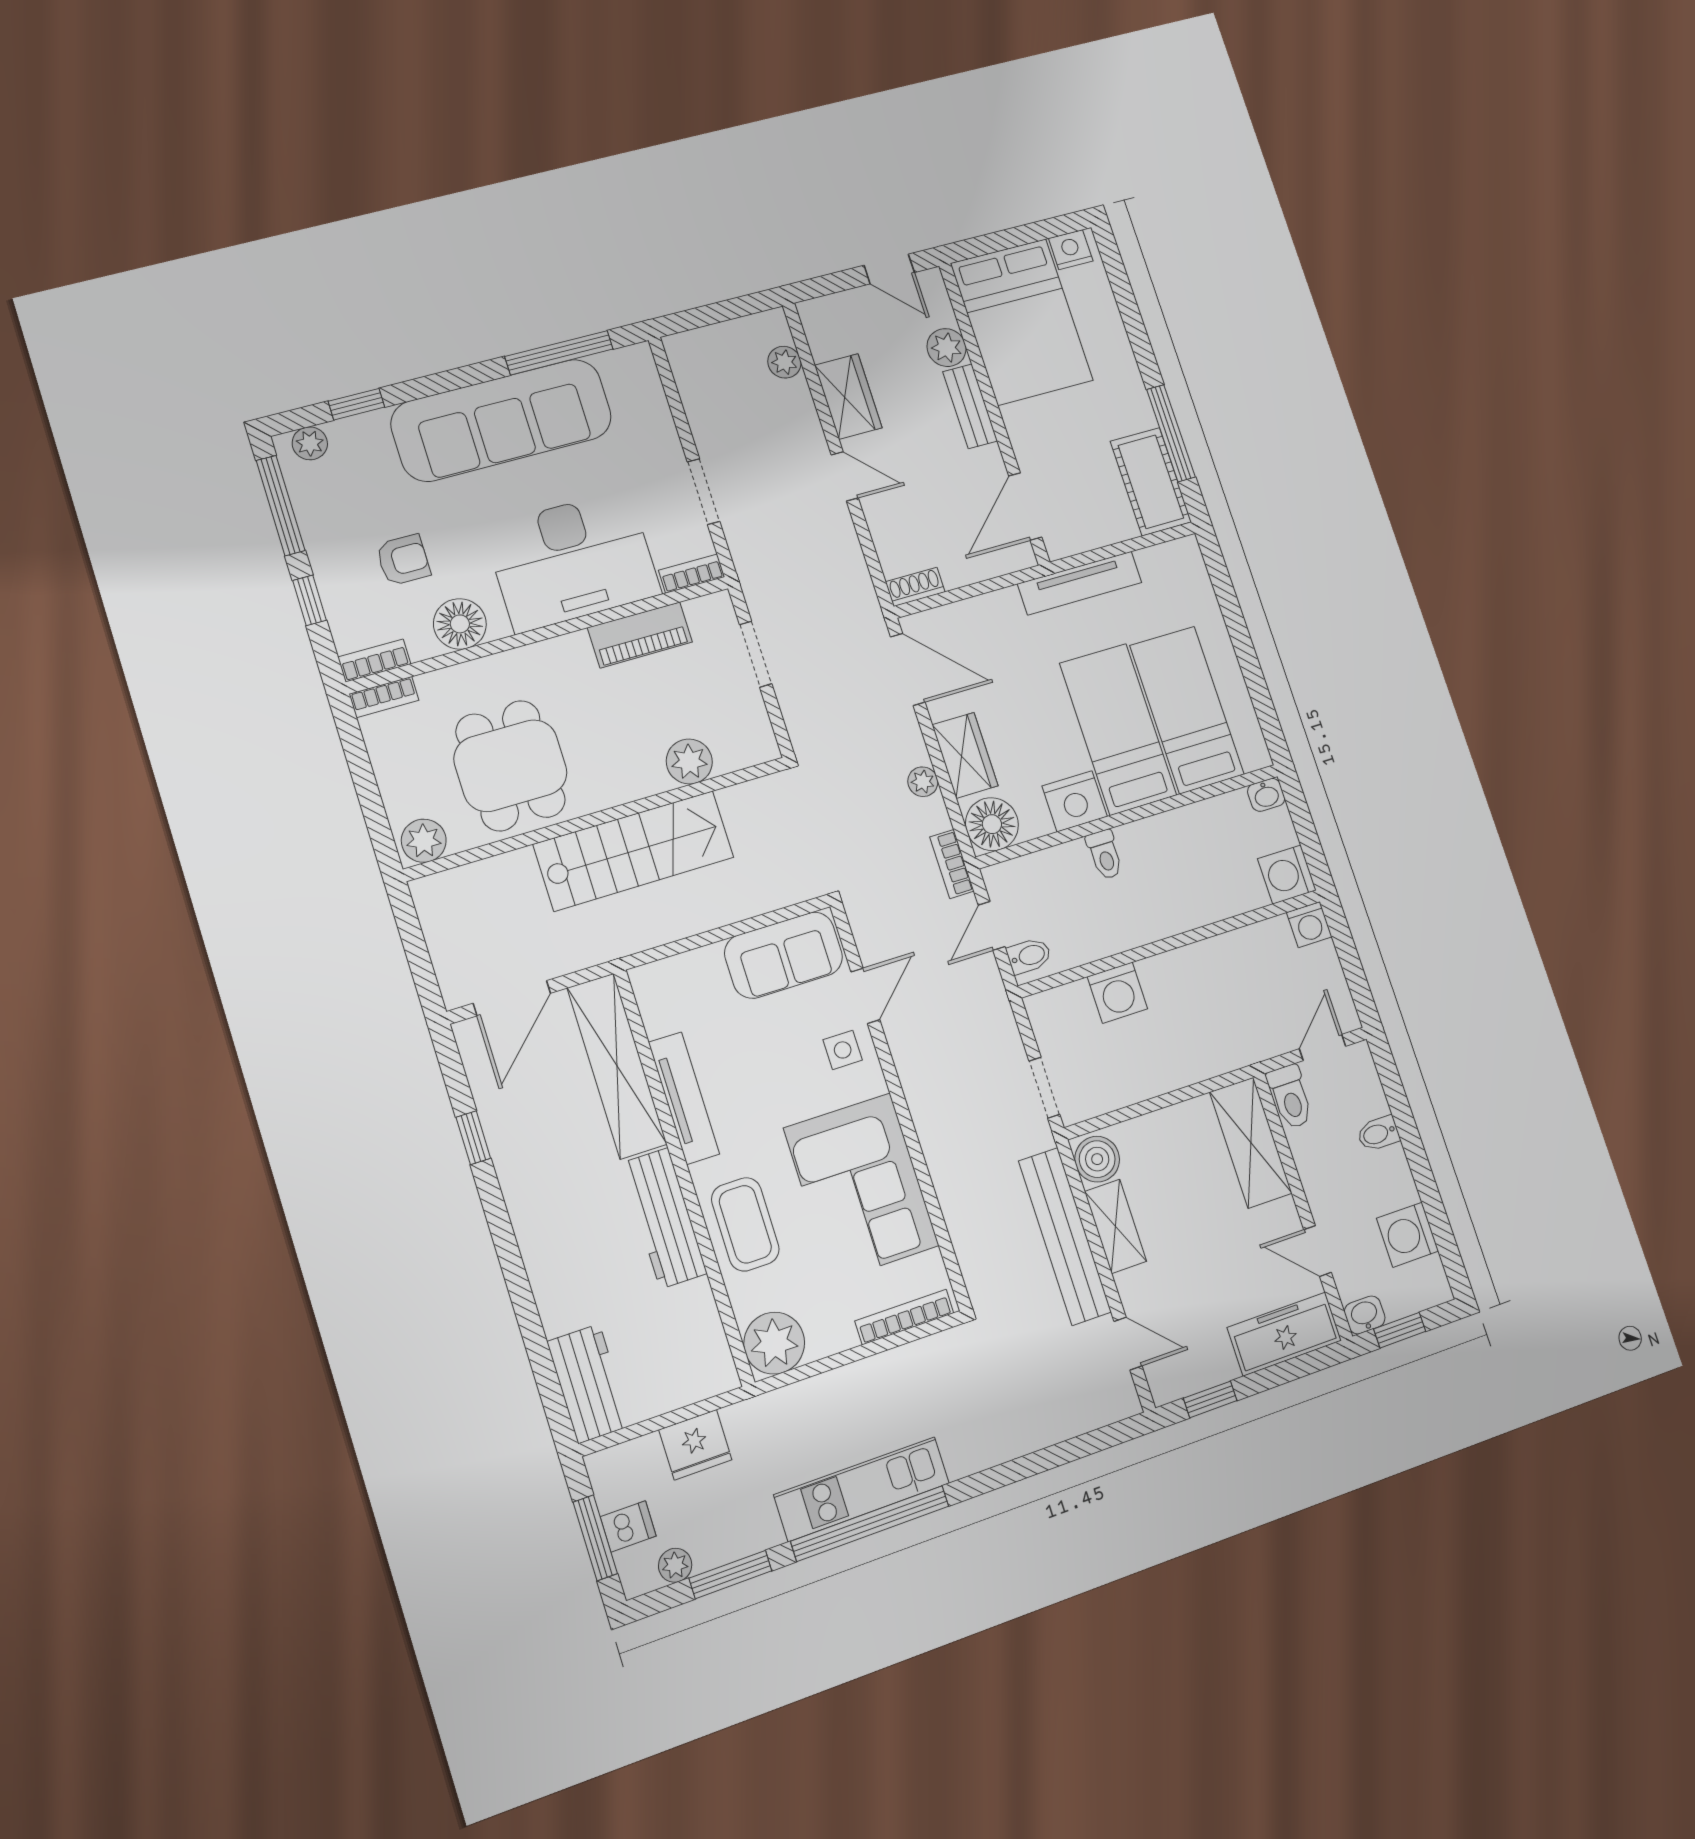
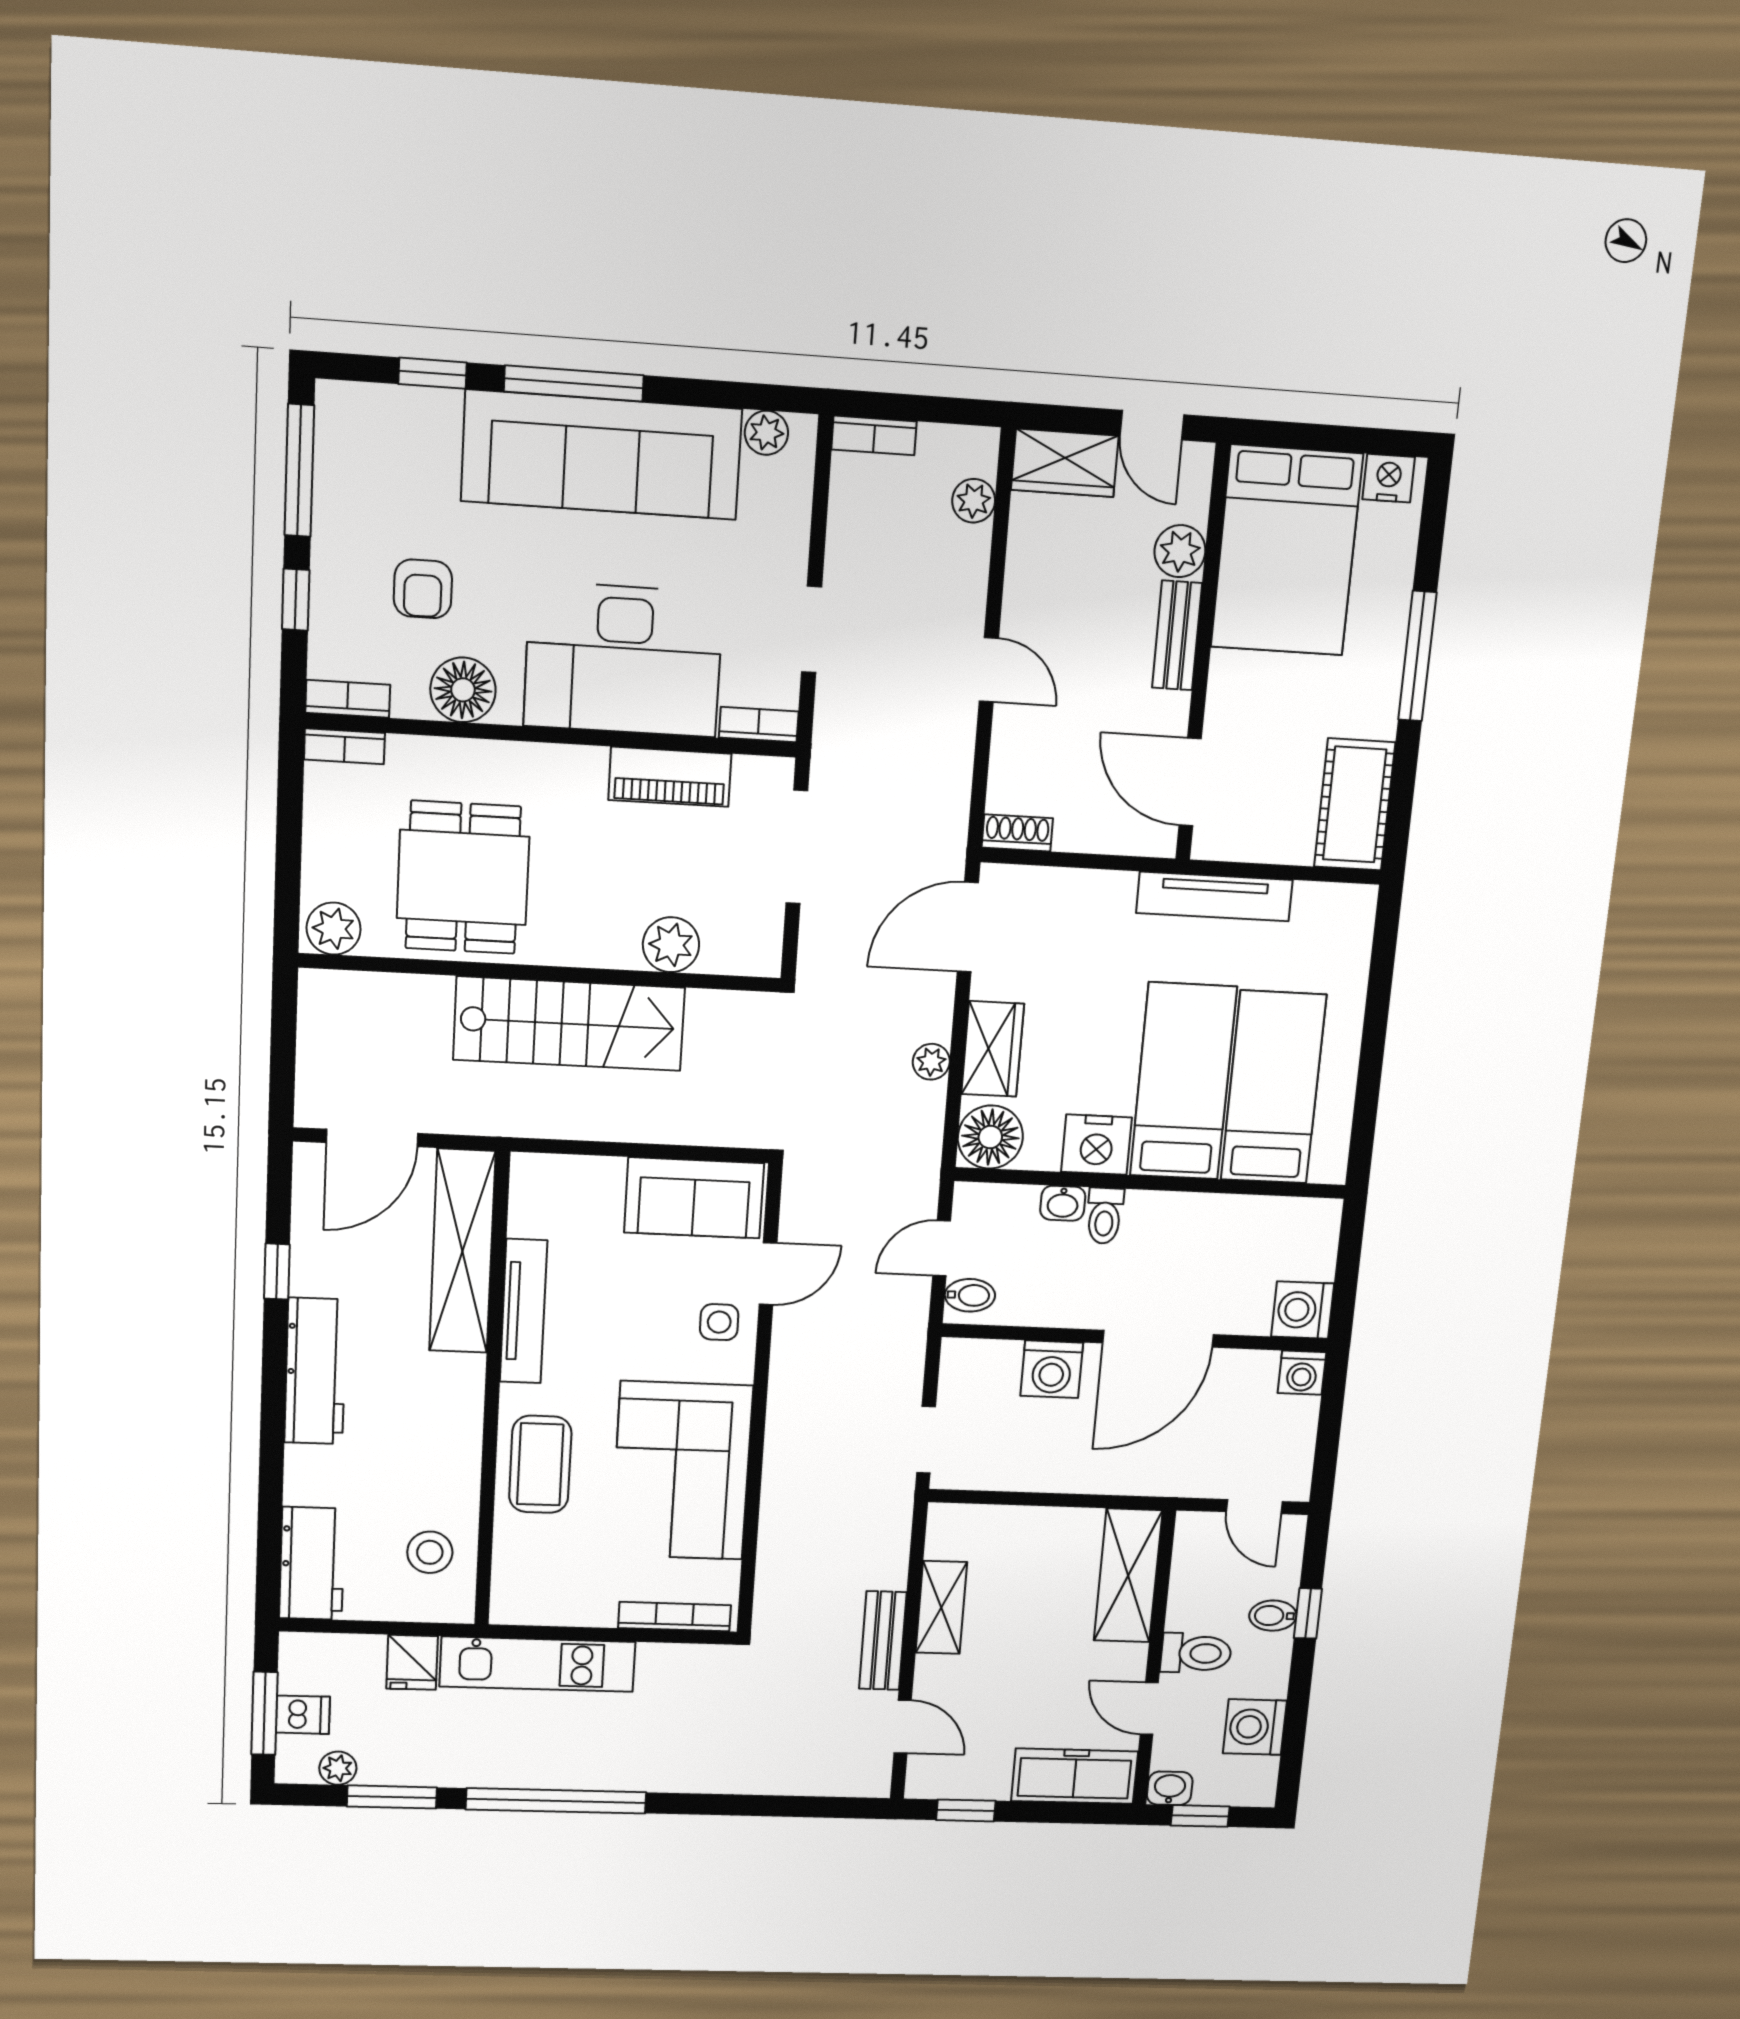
window: (559, 353) -> (574, 383), moved
wardrobe: (848, 396) -> (1065, 463), moved, turned 90
window: (1171, 433) -> (1417, 656), moved
plant: (310, 443) -> (766, 433), moved
door: (1025, 507) -> (1190, 782), hinge flipped
armchair: (403, 560) -> (423, 589), turned 90
doorway: (756, 654) -> (797, 847), width x1.38
door: (908, 669) -> (968, 927), swing flipped
washbasin: (1266, 795) -> (1063, 1203), moved
bookcase: (952, 864) -> (874, 435), moved, turned -90
door: (1188, 938) -> (1158, 1339), added
door: (1323, 1048) -> (1254, 1507), swing flipped
toilet: (1290, 1097) -> (1196, 1653), moved, turned -90
window: (1404, 1121) -> (1308, 1613), added
boiler: (1097, 1159) -> (952, 1533), removed
workbench: (664, 1218) -> (315, 1371), moved, turned 180
bench: (1065, 1236) -> (883, 1641), width x0.54, depth x0.82
stool: (683, 1336) -> (430, 1552), added
plant: (774, 1343) -> (525, 1593), removed
fridge: (695, 1445) -> (412, 1662), width x0.72
kitchen unit: (862, 1489) -> (537, 1664), moved, turned 180

